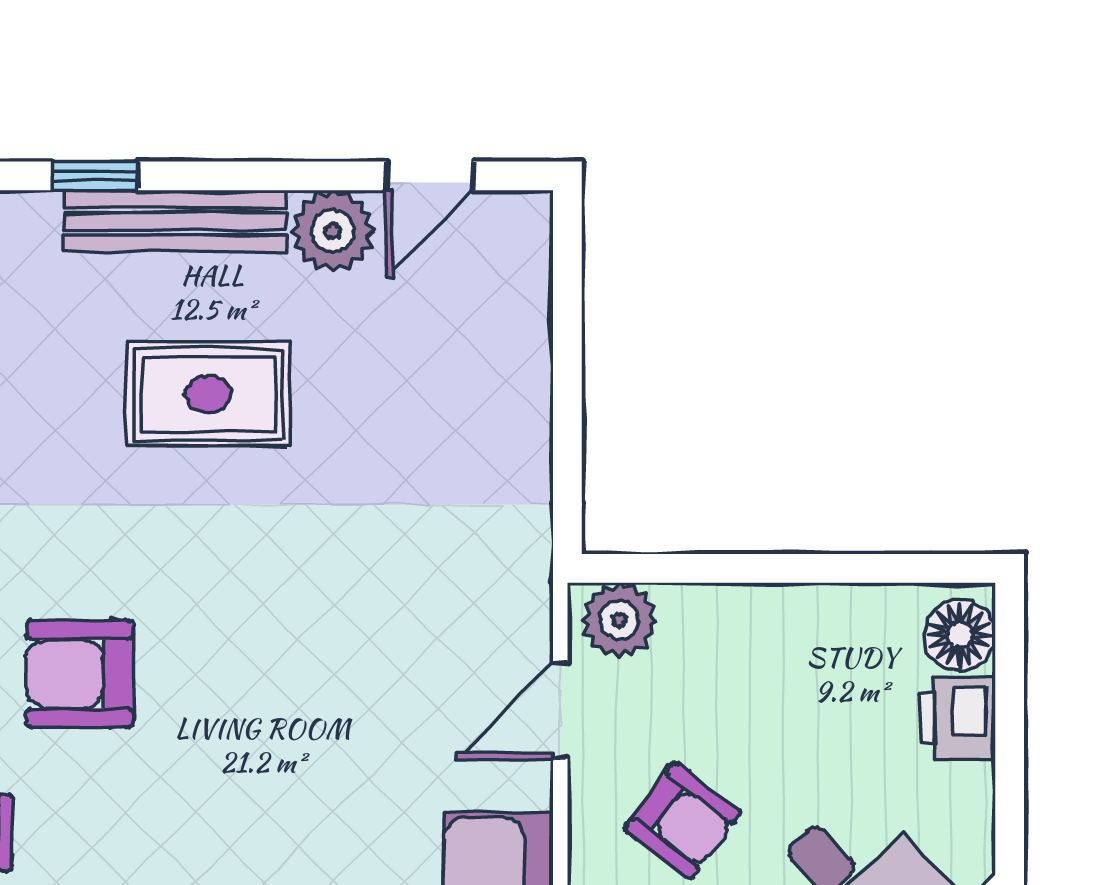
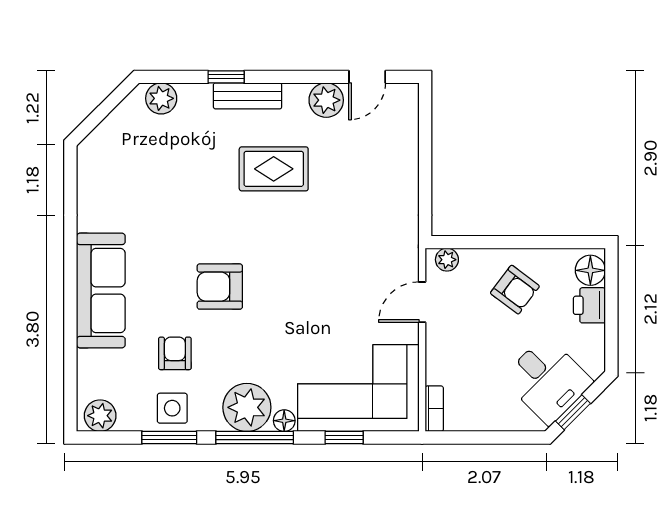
bench: (175, 221) -> (248, 96), width x0.73
plant: (619, 620) -> (447, 260), width x0.73, depth x0.73
armchair: (683, 820) -> (515, 290), moved

